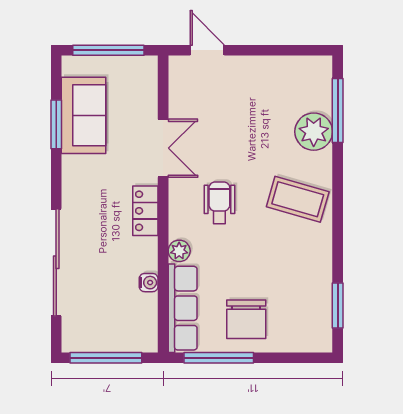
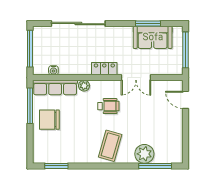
door: (207, 50) -> (186, 100), swing flipped
water cooler: (149, 283) -> (53, 70), moved

